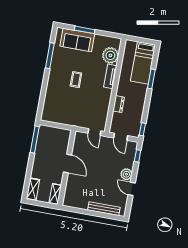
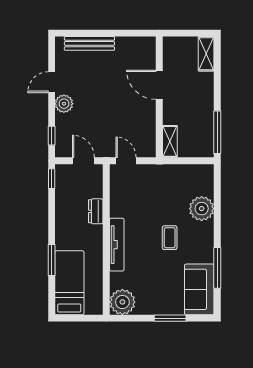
sofa: (77, 40) -> (199, 289), moved, turned -90
plant: (110, 55) -> (122, 302), moved
tv unit: (110, 76) -> (117, 245), width x1.41
plant: (53, 94) -> (202, 209), added
door: (67, 163) -> (159, 85), moved
door: (132, 189) -> (52, 82), swing flipped
shelving: (55, 194) -> (170, 141), moved

